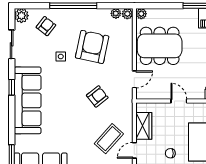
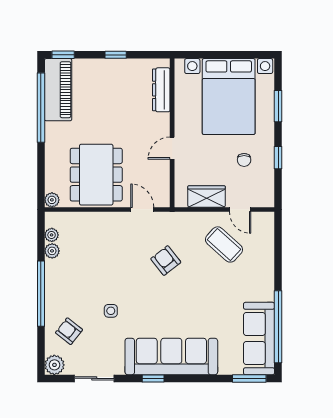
plant: (127, 14) -> (52, 251), moved
armchair: (92, 47) -> (98, 268), removed

